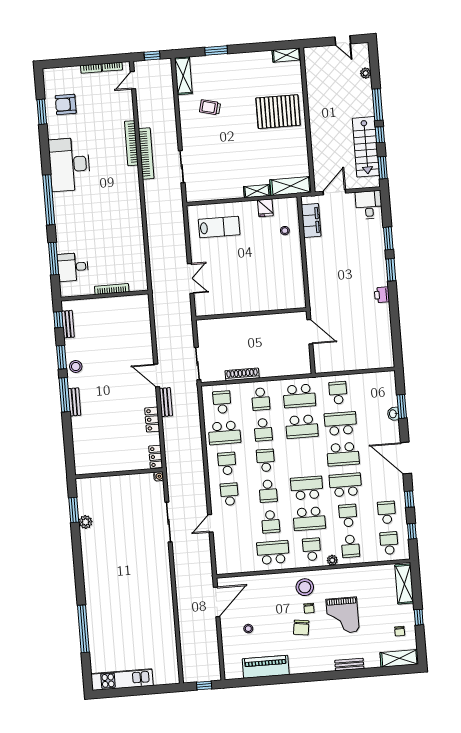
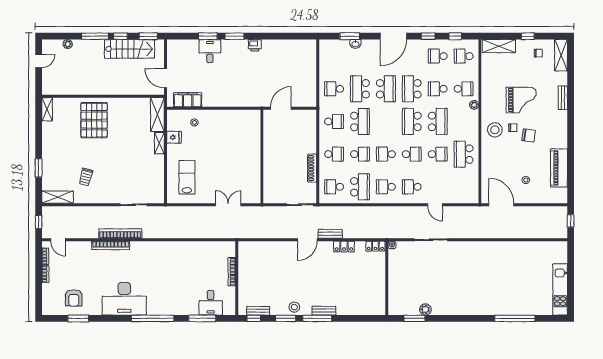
desk: (369, 205) -> (210, 51), moved, turned 90
school desk: (299, 396) -> (334, 121), width x0.54
school desk: (312, 549) -> (464, 121), removed

